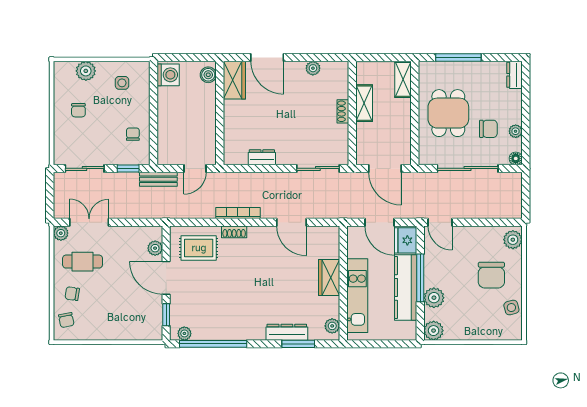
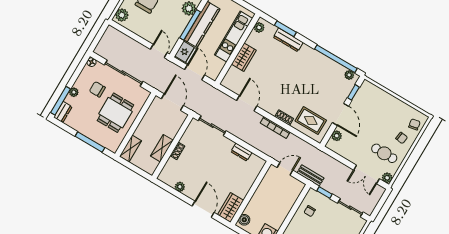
window: (526, 87) -> (61, 101), added
plant: (516, 131) -> (74, 92), moved

